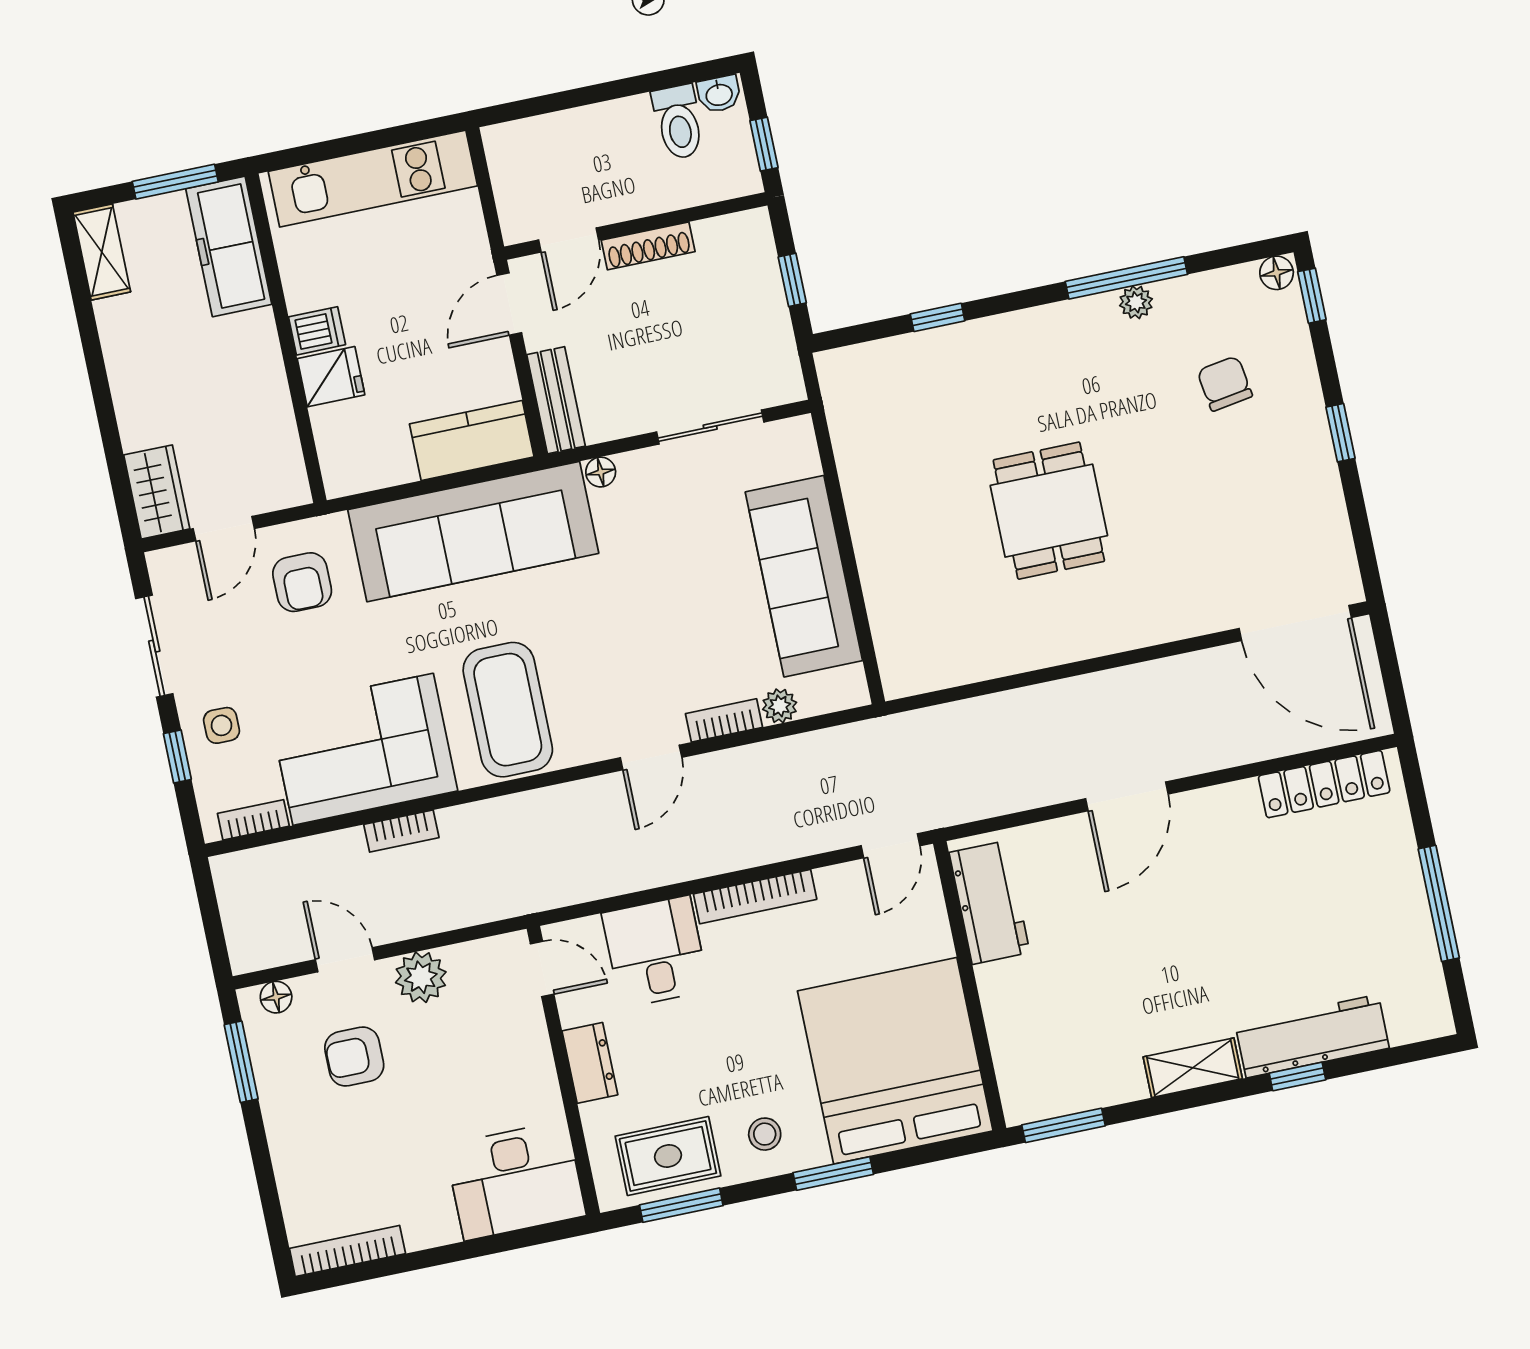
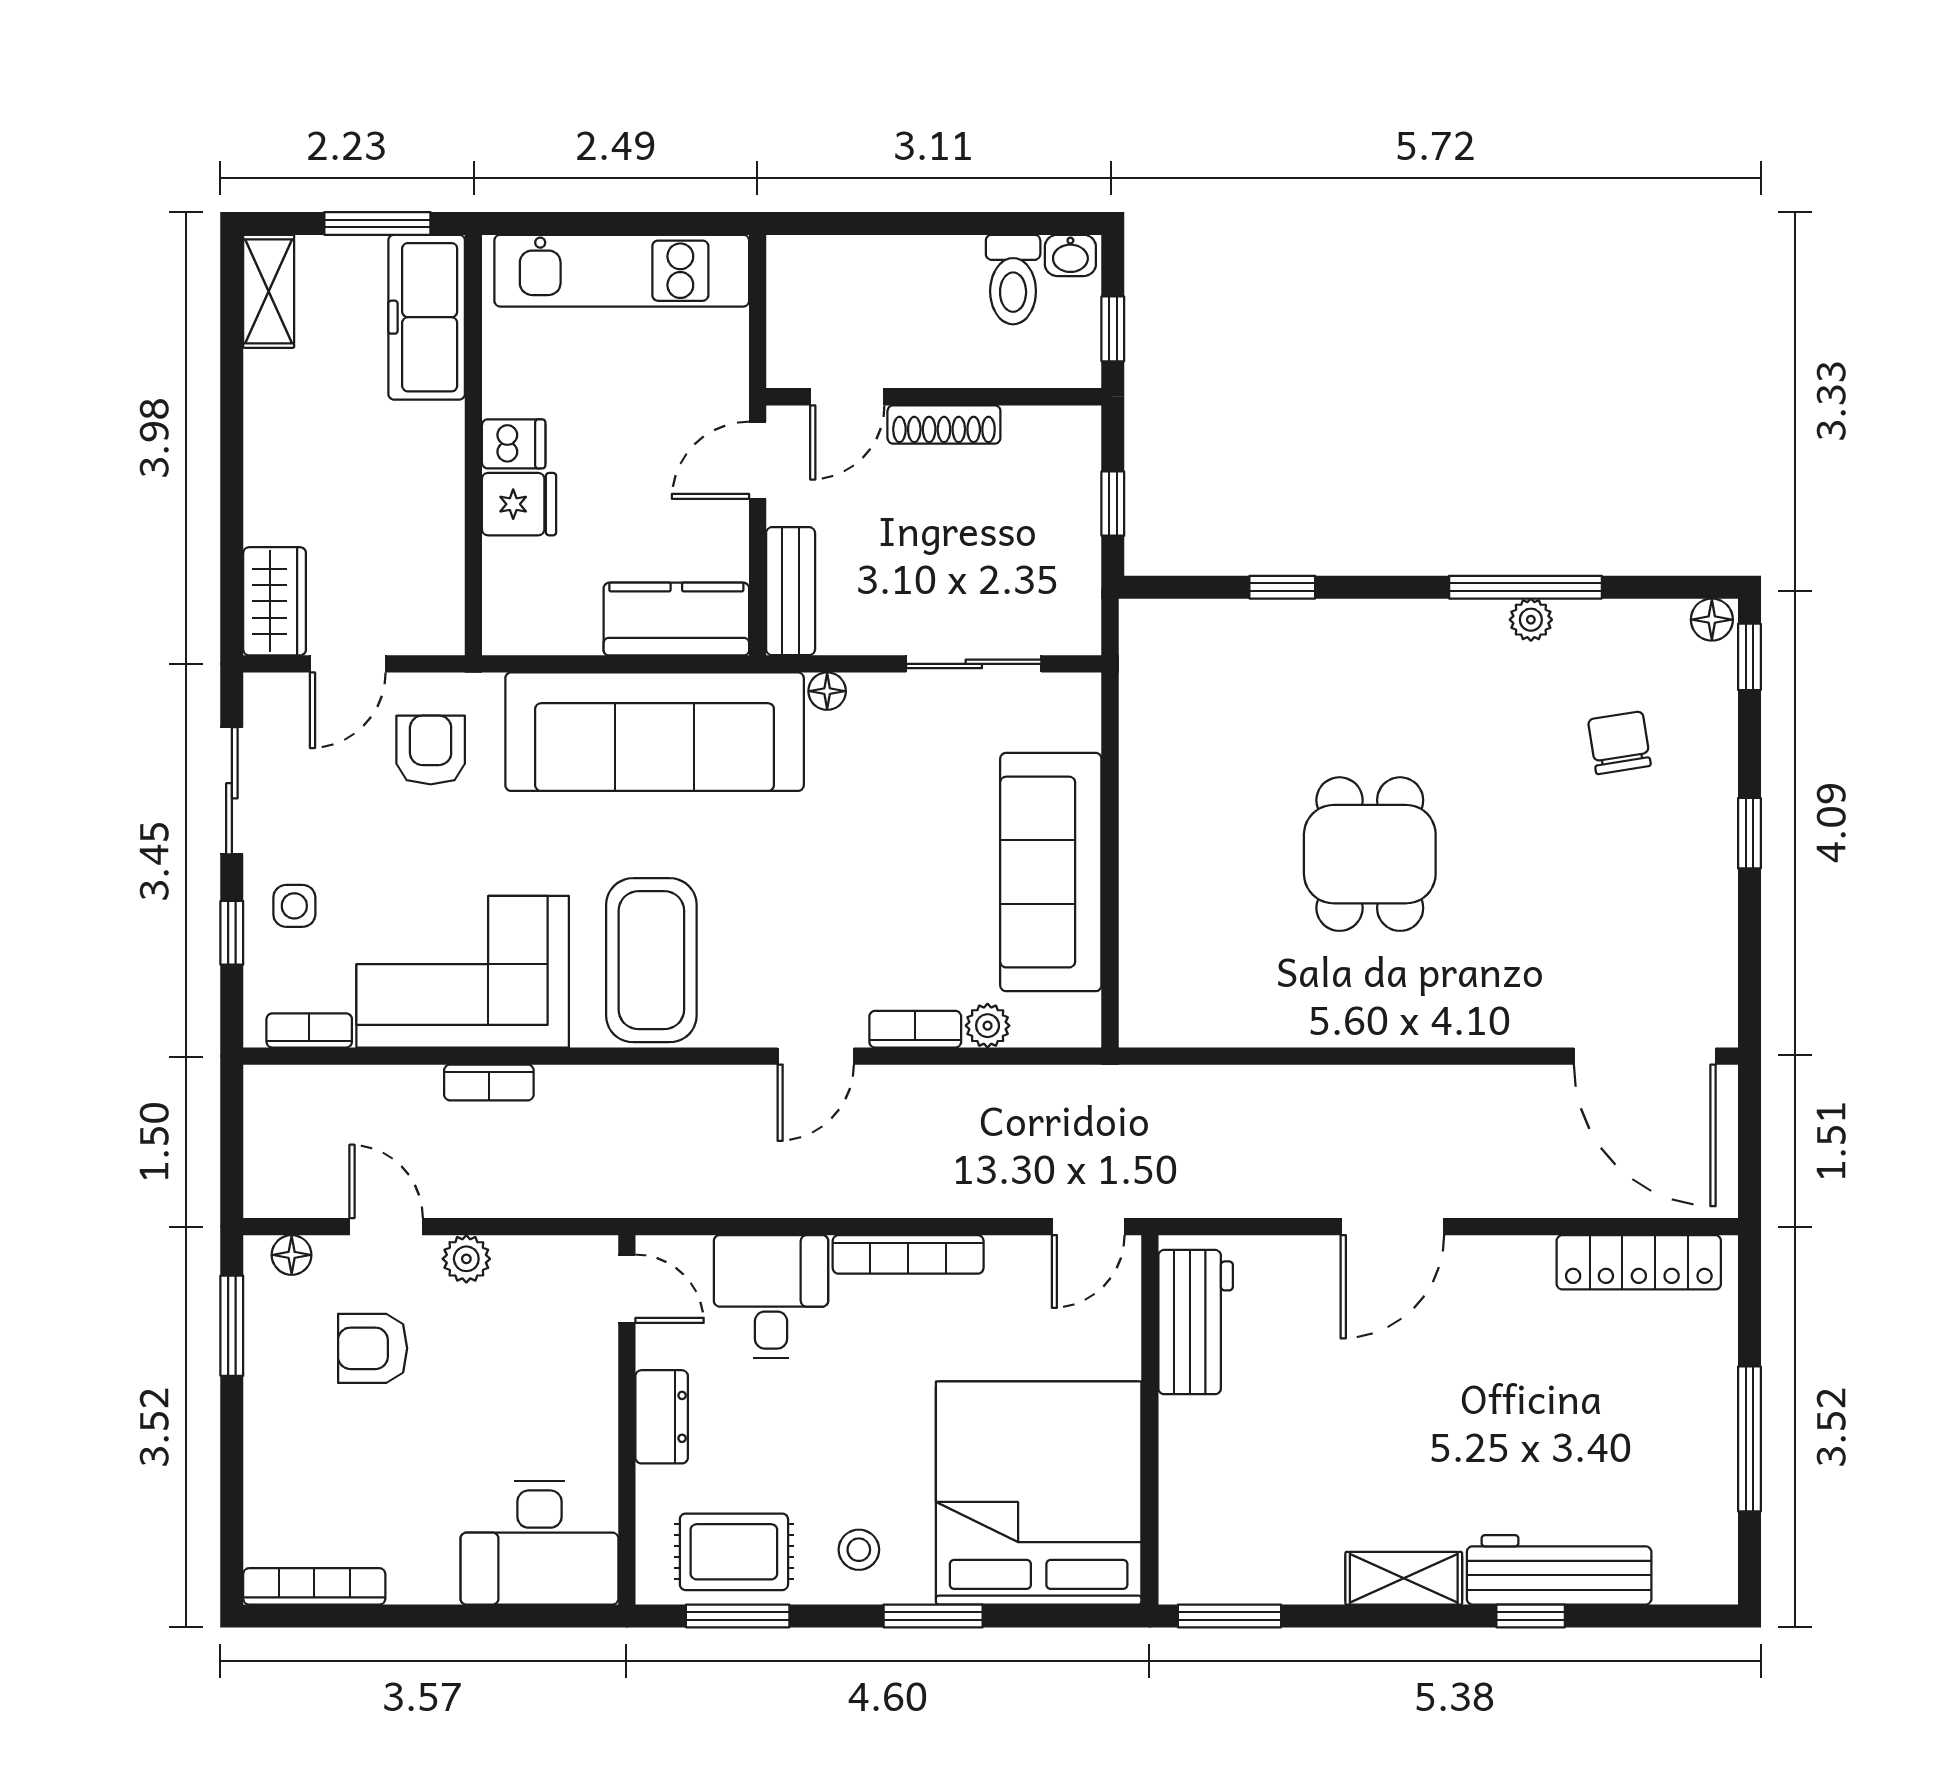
armchair: (302, 582) -> (431, 750), turned 180
plant: (421, 977) -> (466, 1259), width x0.73, depth x0.73

